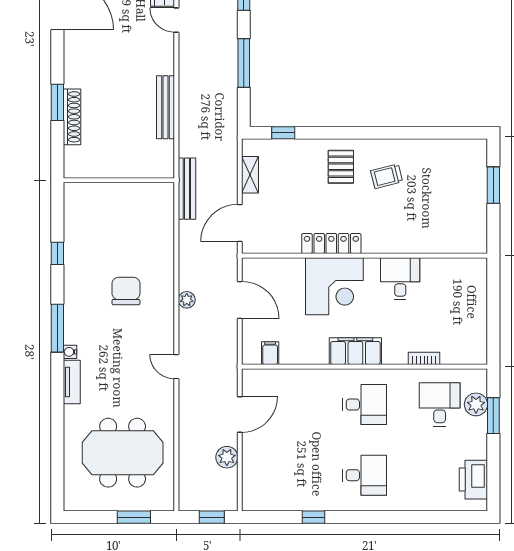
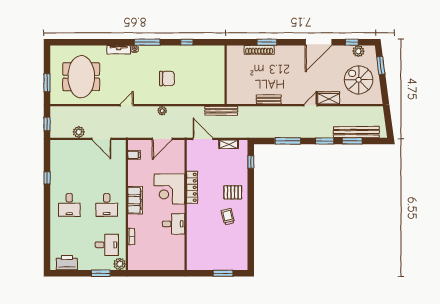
bench: (166, 107) -> (269, 99), width x0.73
plant: (476, 404) -> (120, 264), moved

